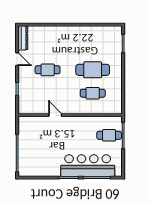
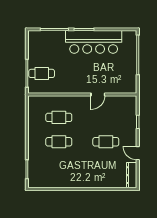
cafe table: (93, 70) -> (59, 142), width x0.73, depth x0.74
door: (55, 115) -> (98, 95), hinge flipped
bar counter: (88, 166) -> (94, 42), moved

